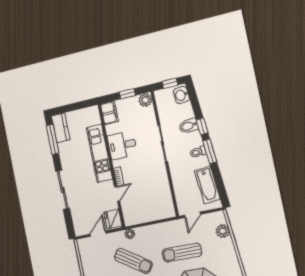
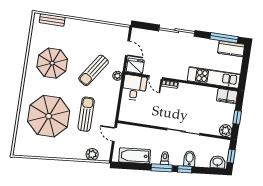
desk: (122, 145) -> (134, 88), moved
kitchen unit: (99, 153) -> (214, 77), moved

